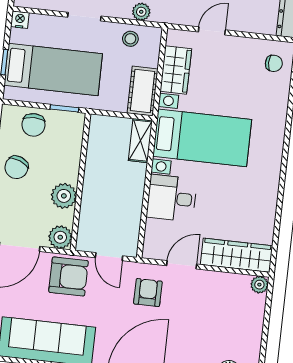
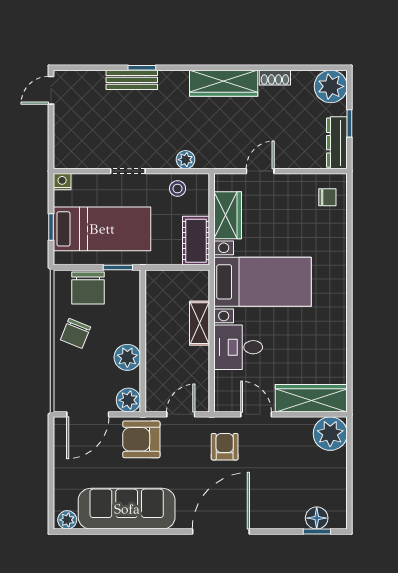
chair: (33, 125) -> (88, 288), width x1.37, depth x1.37
shelving: (140, 141) -> (199, 323), moved
door: (109, 257) -> (181, 414), swing flipped
door: (182, 265) -> (256, 414), hinge flipped
armchair: (68, 276) -> (141, 439), turned 180
plant: (259, 285) -> (330, 434), width x1.88, depth x1.88

